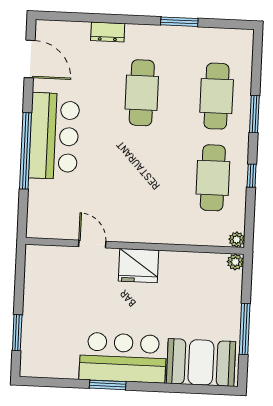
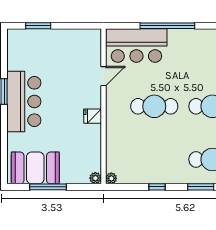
bar counter: (54, 136) -> (136, 46), moved
cafe table: (213, 178) -> (154, 106), moved
fridge: (139, 266) -> (93, 116), width x0.53, depth x0.75
booth: (201, 362) -> (35, 168), moved, turned 90

